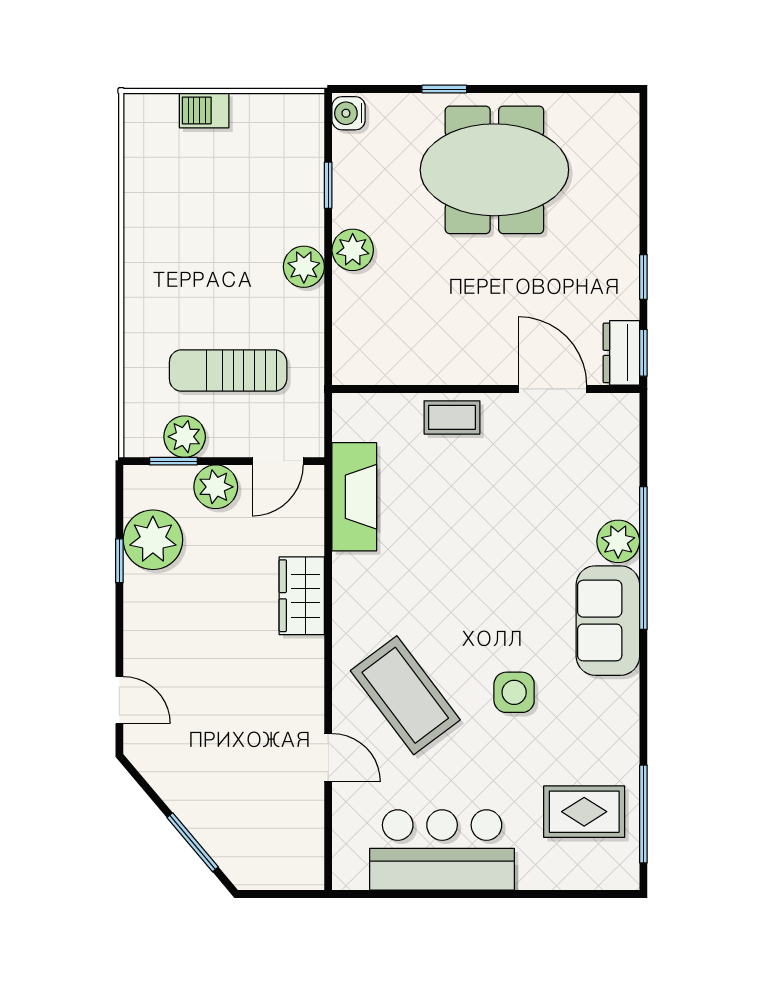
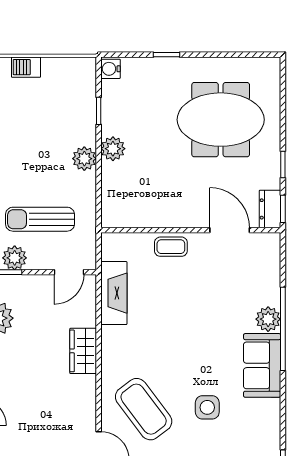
meeting table: (494, 170) -> (221, 120), moved
plant: (216, 487) -> (33, 287), removed

